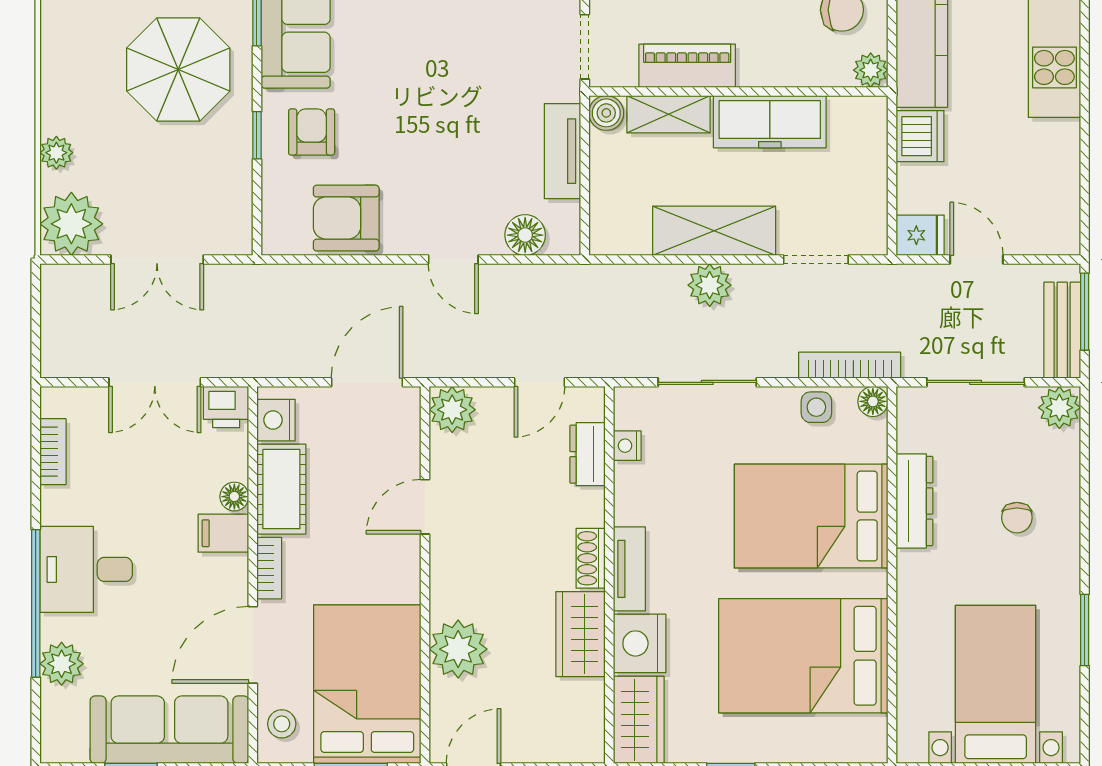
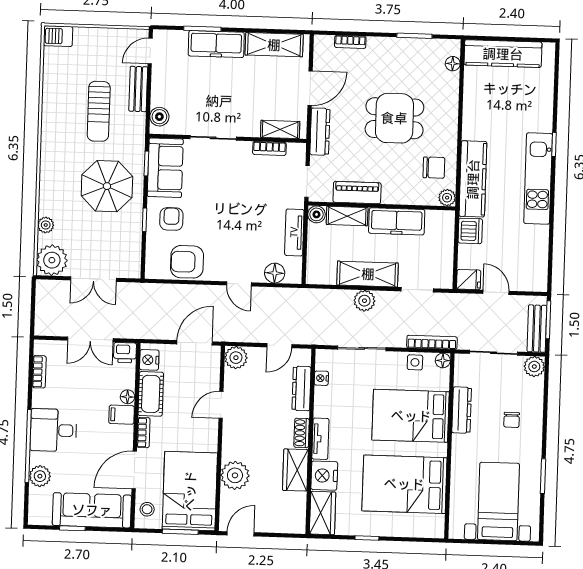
dresser: (588, 454) -> (301, 388), width x1.44

